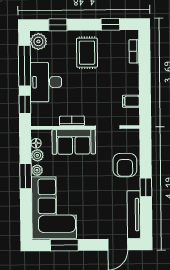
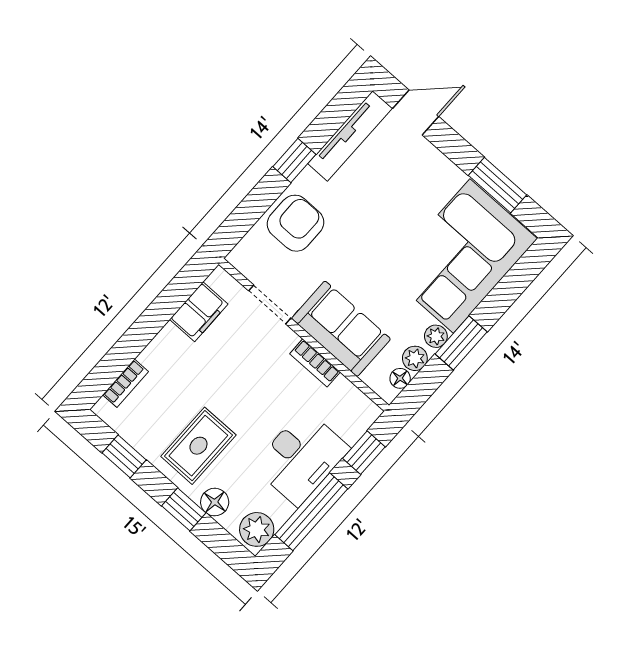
window: (58, 25) -> (184, 509), moved
floor lamp: (63, 38) -> (215, 502), added
filing cabinet: (131, 101) -> (199, 312), width x2.00

